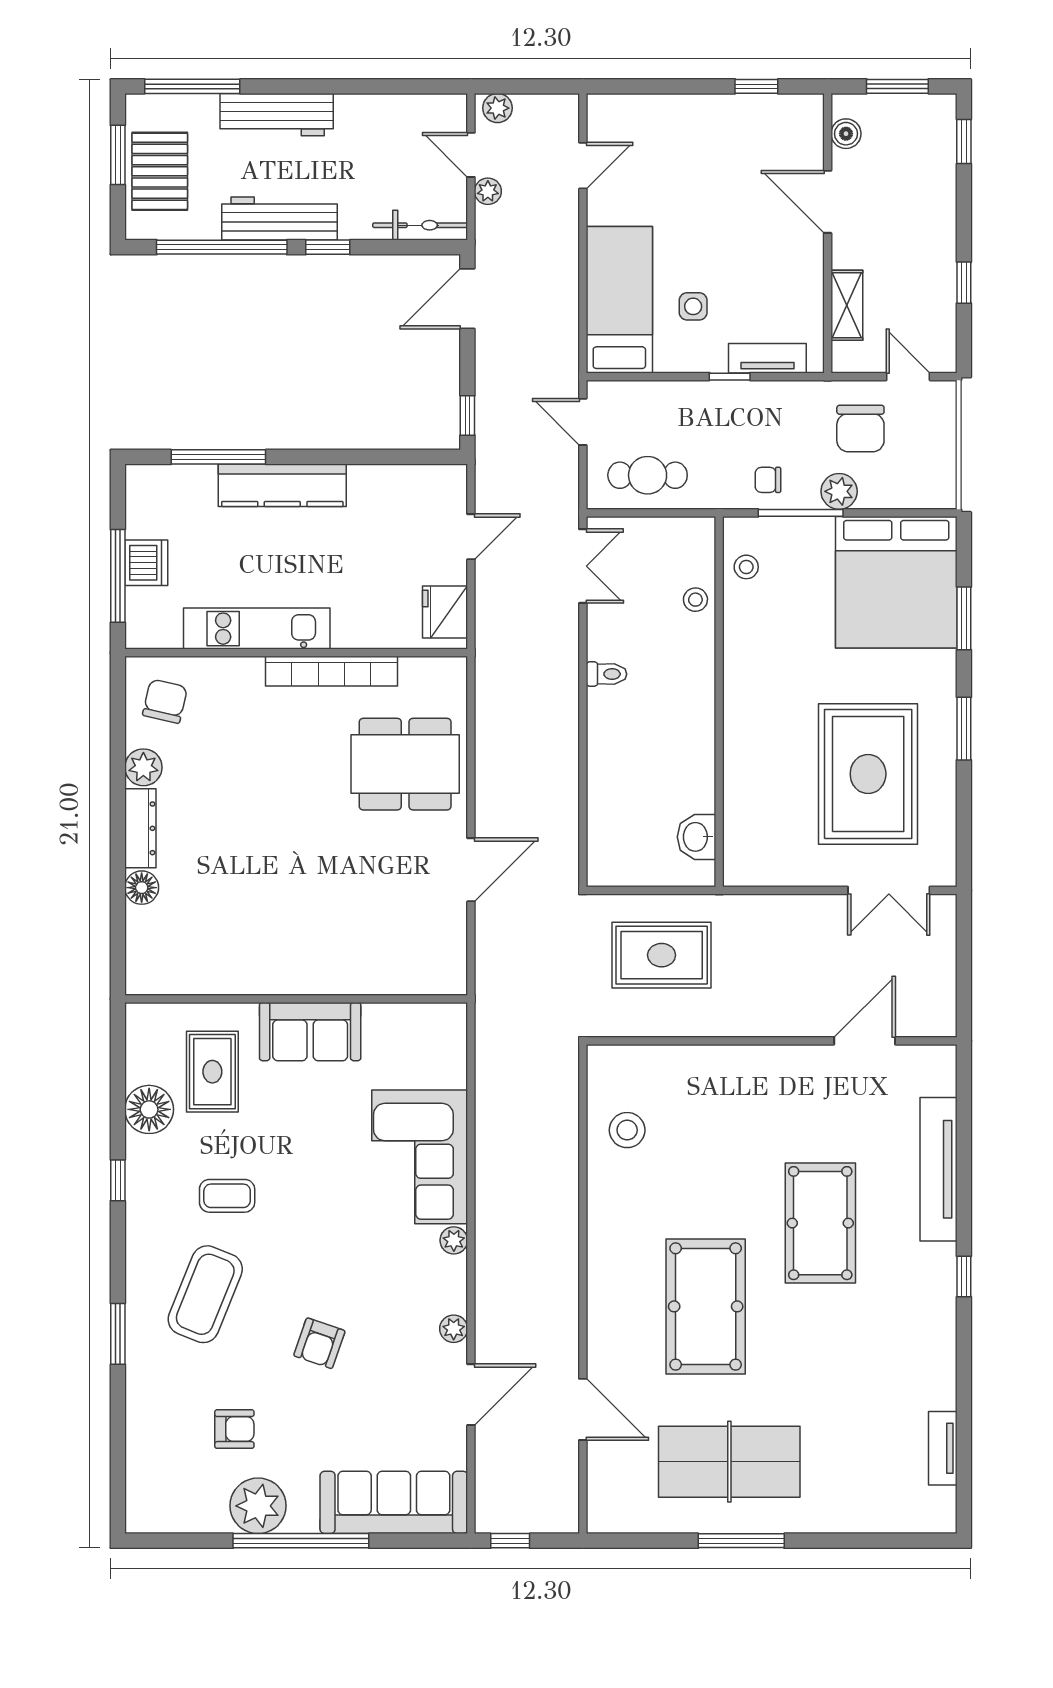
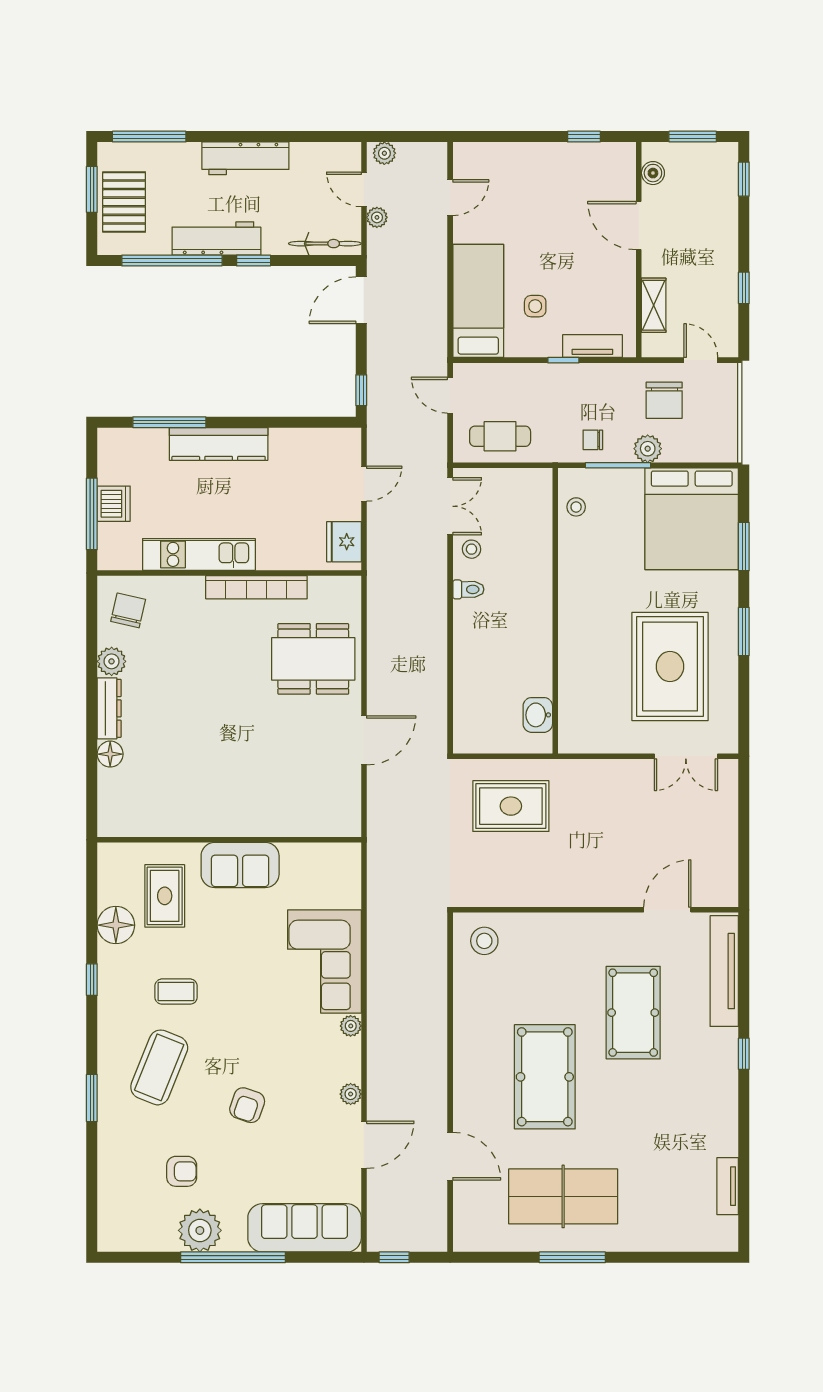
workbench: (277, 115) -> (245, 158), moved
stool: (695, 600) -> (471, 549), moved
wall: (772, 1041) -> (596, 910), moved
door: (865, 1041) -> (667, 910), moved

